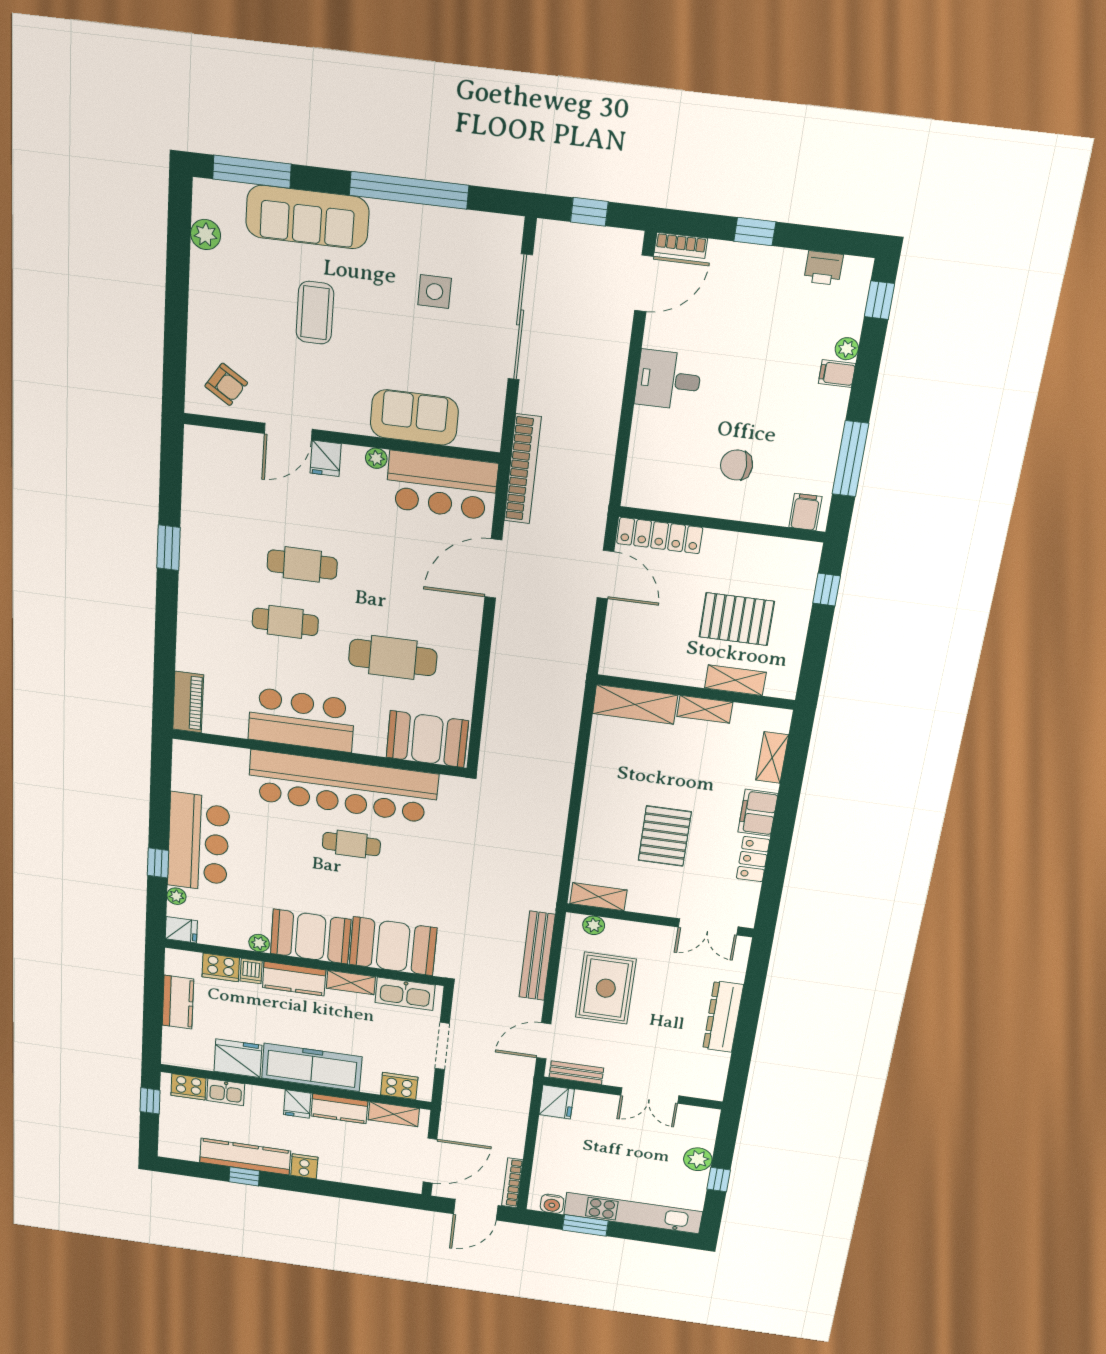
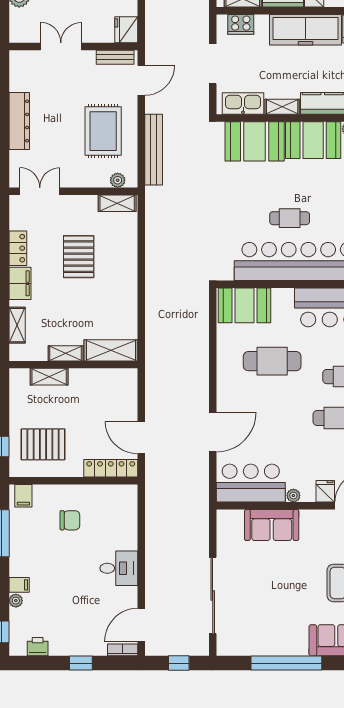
side table: (435, 292) -> (266, 605), removed
bookcase: (523, 469) -> (201, 500), removed
pallet: (737, 619) -> (43, 444), moved

